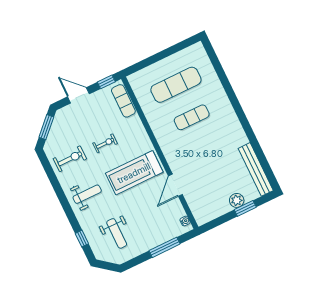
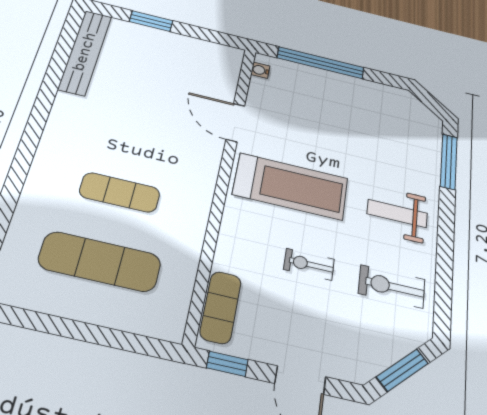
door: (175, 185) -> (235, 123), swing flipped
plant: (237, 200) -> (155, 38), removed
weight bench: (117, 233) -> (385, 129), removed
window: (82, 239) -> (449, 162), width x2.17
window: (165, 247) -> (321, 63), width x1.46

